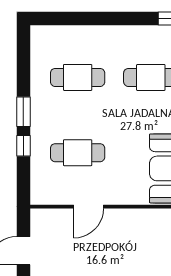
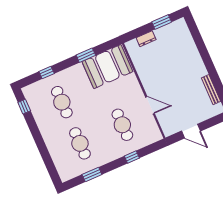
window: (23, 112) -> (92, 175), moved

